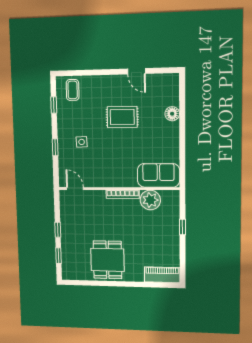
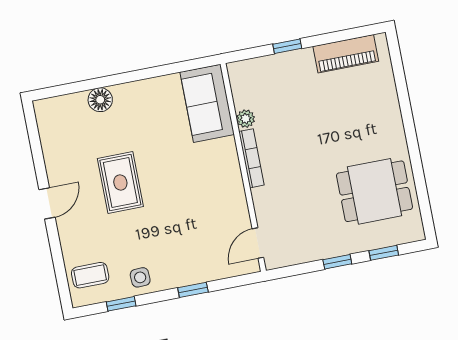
door: (136, 71) -> (47, 203), moved
side table: (82, 142) -> (140, 277), moved
plant: (150, 200) -> (246, 119), width x0.53, depth x0.53
dining table: (107, 260) -> (374, 191), moved
piano: (162, 275) -> (346, 54), moved, turned -90

